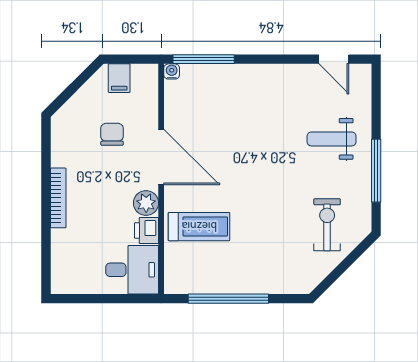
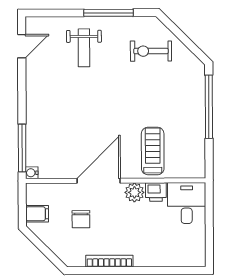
chair: (112, 134) -> (81, 219), turned -90
bookcase: (58, 198) -> (109, 261), moved
window: (228, 299) -> (209, 107), moved

